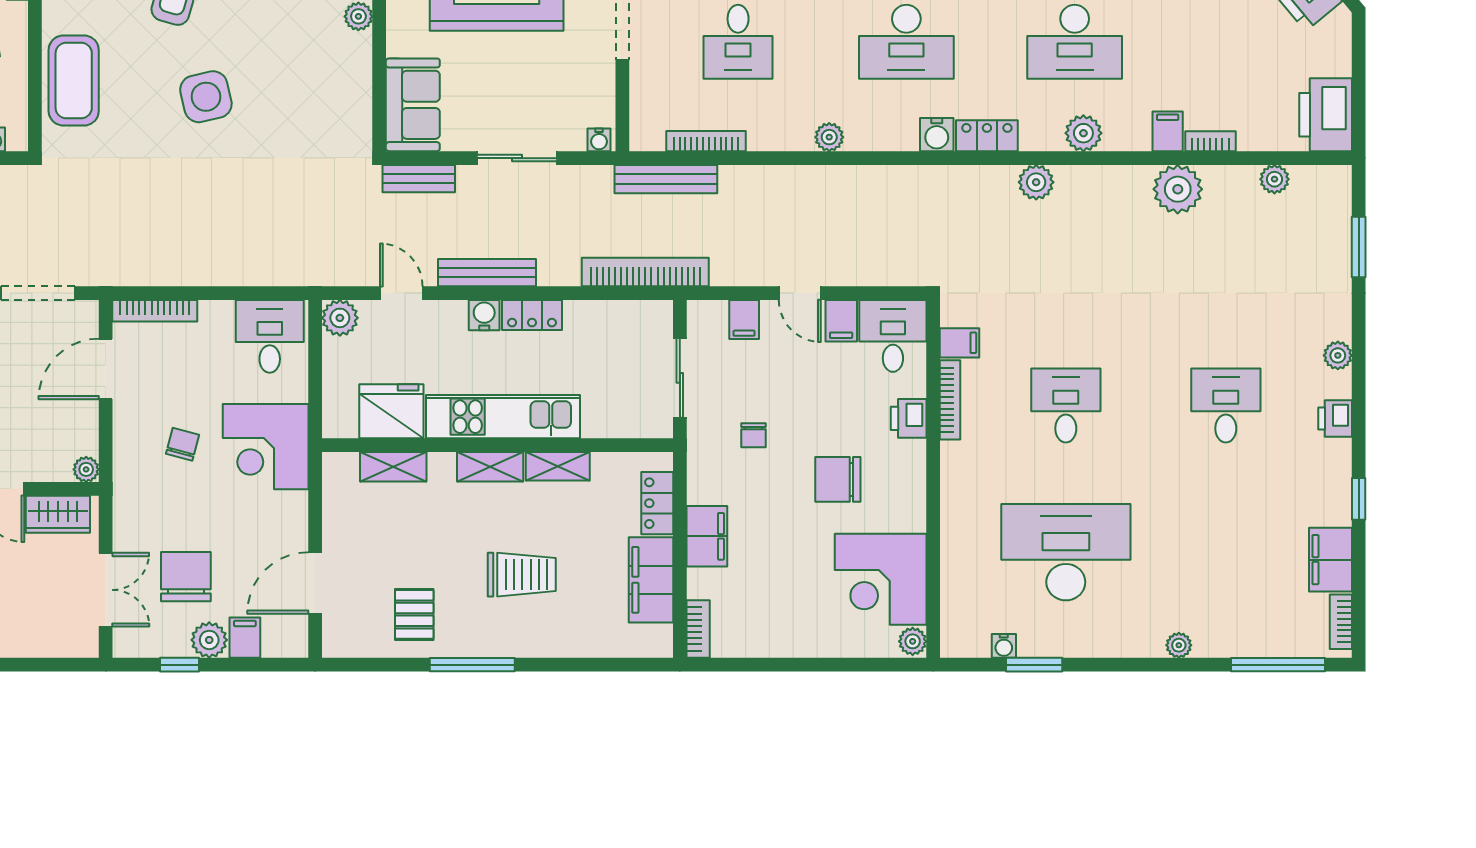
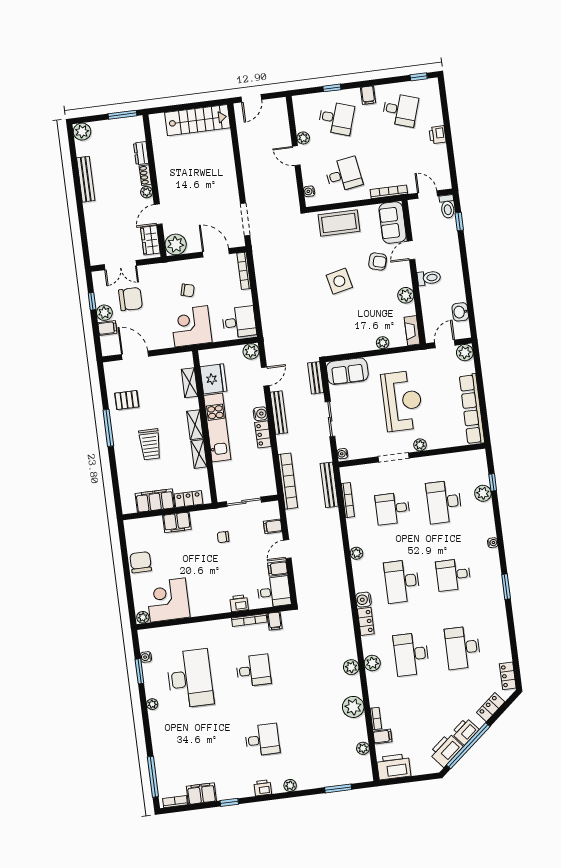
filing cabinet: (1168, 131) -> (382, 736), moved
plant: (1036, 182) -> (351, 667), moved
plant: (86, 469) -> (176, 244), width x1.88, depth x1.88
chair: (838, 479) -> (141, 562), moved
bookcase: (698, 629) -> (136, 524), removed
plant: (1179, 645) -> (152, 704), moved

